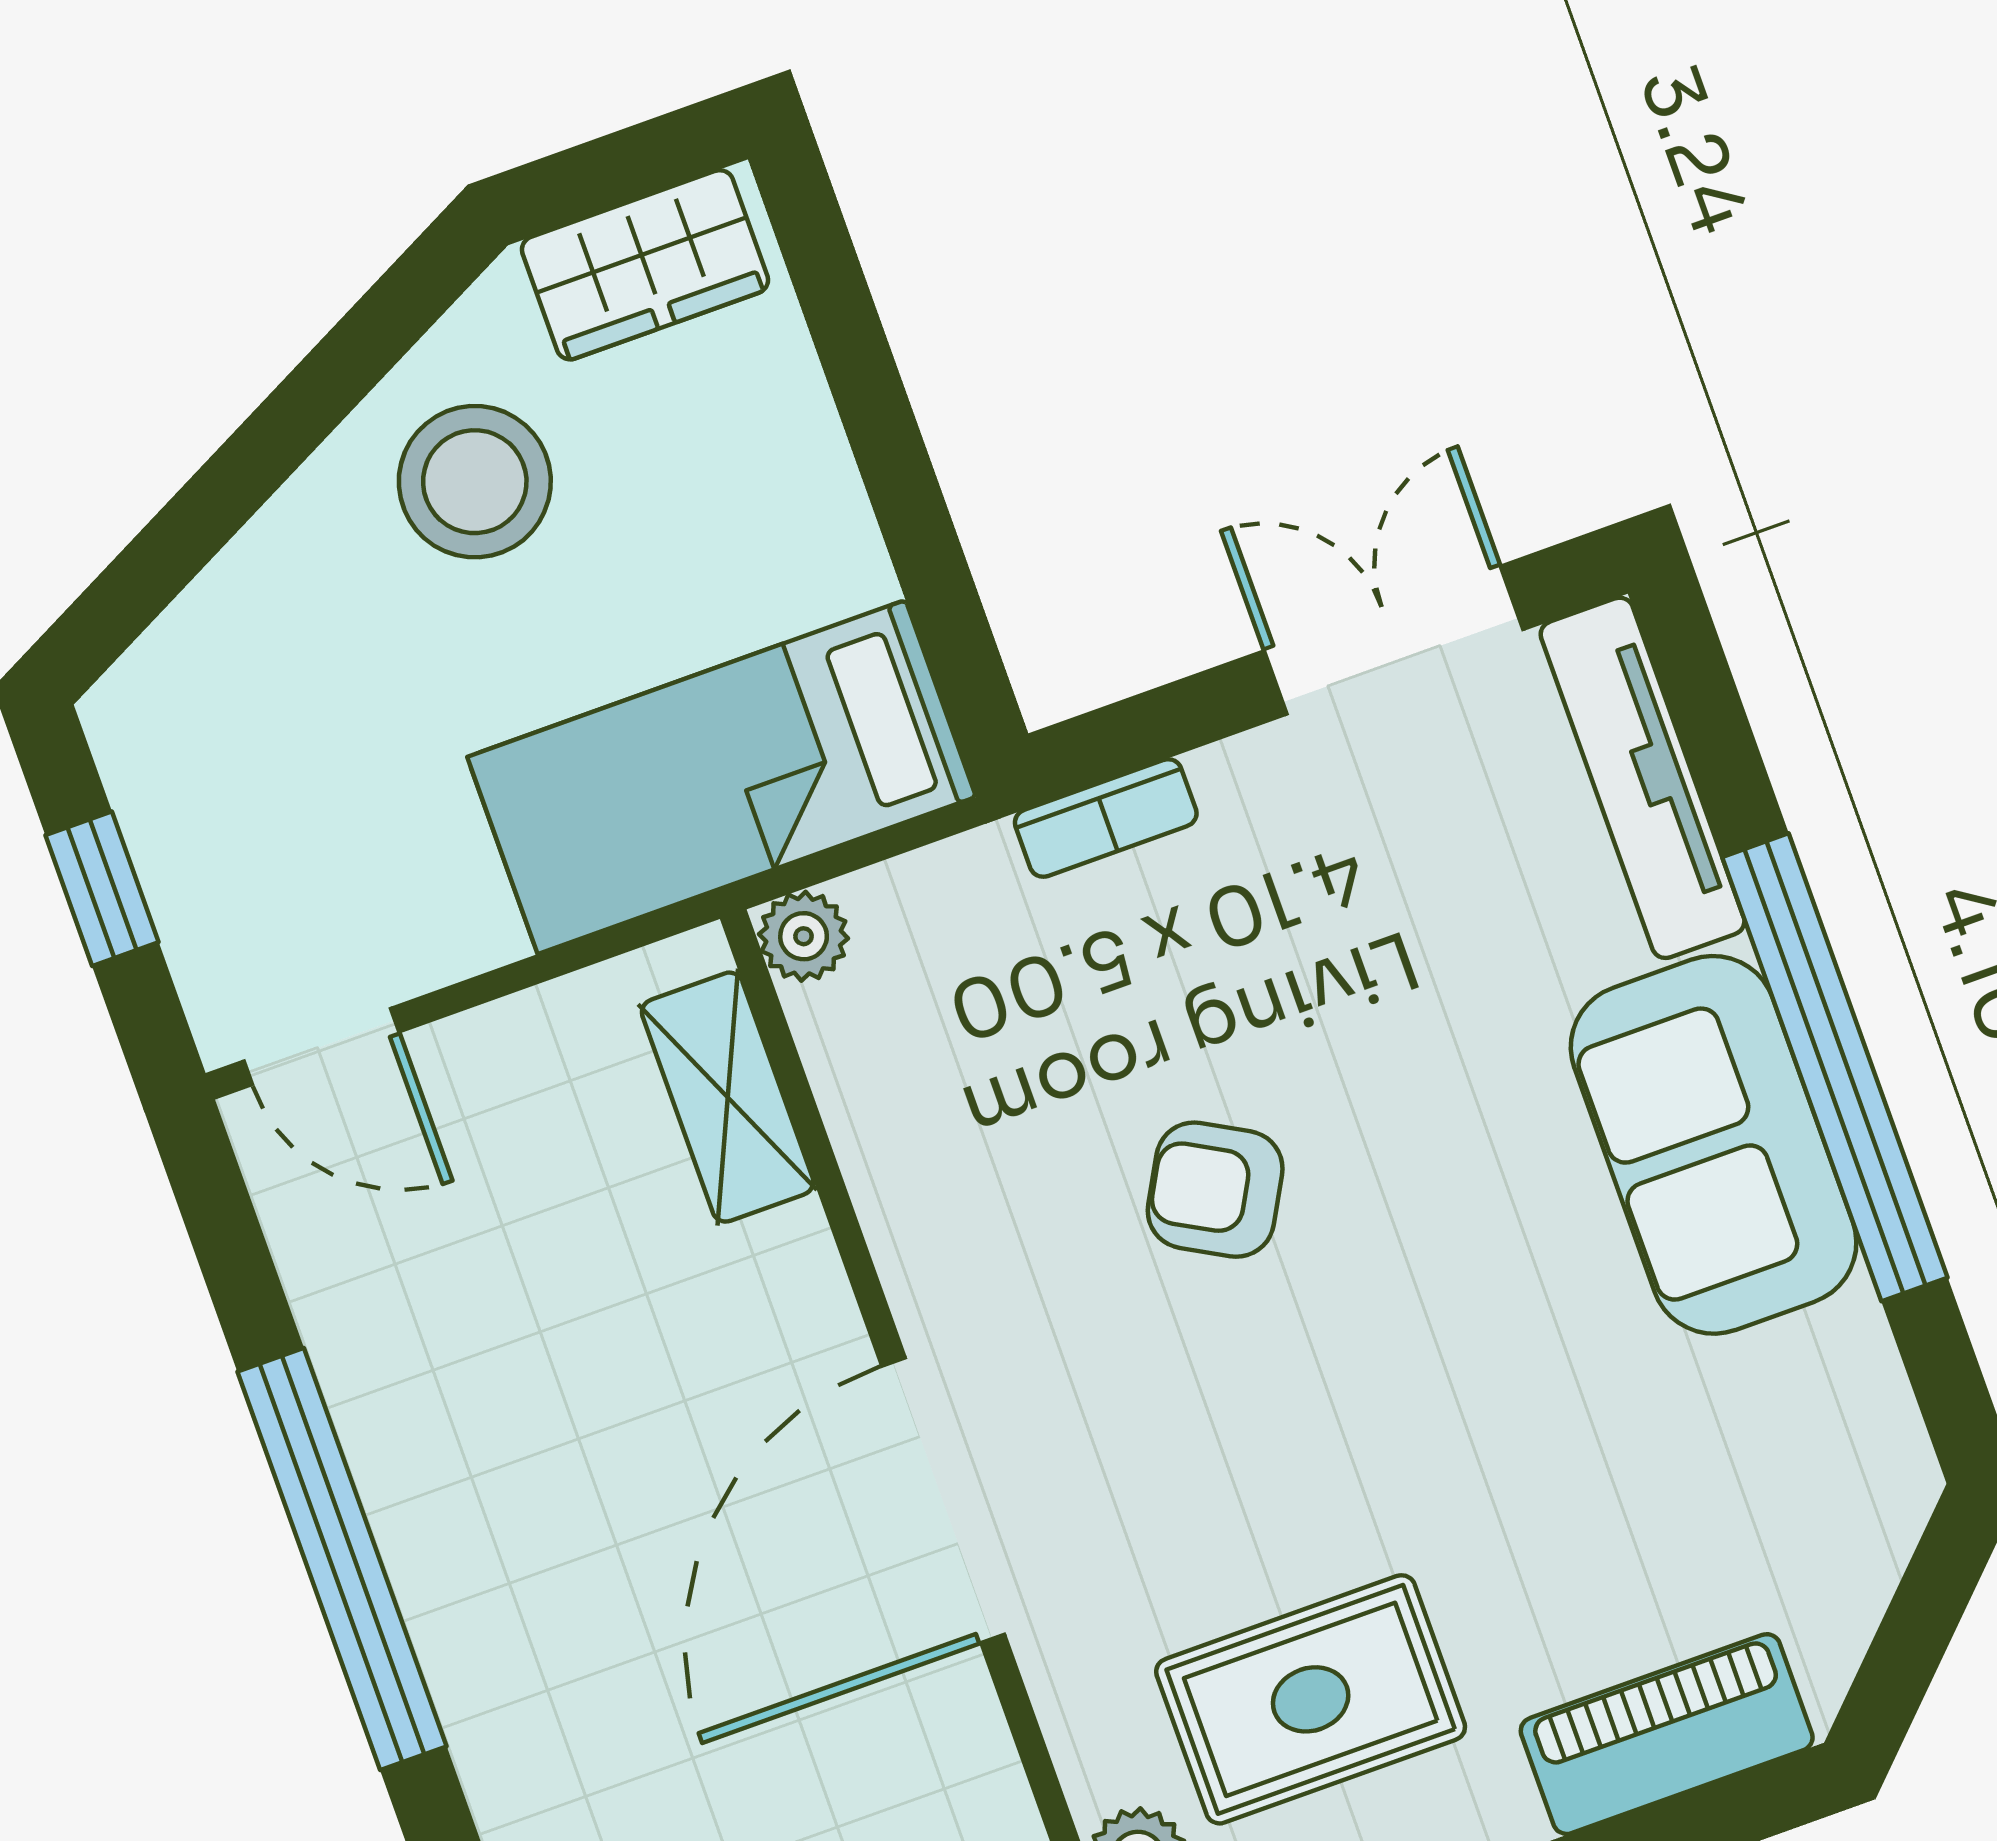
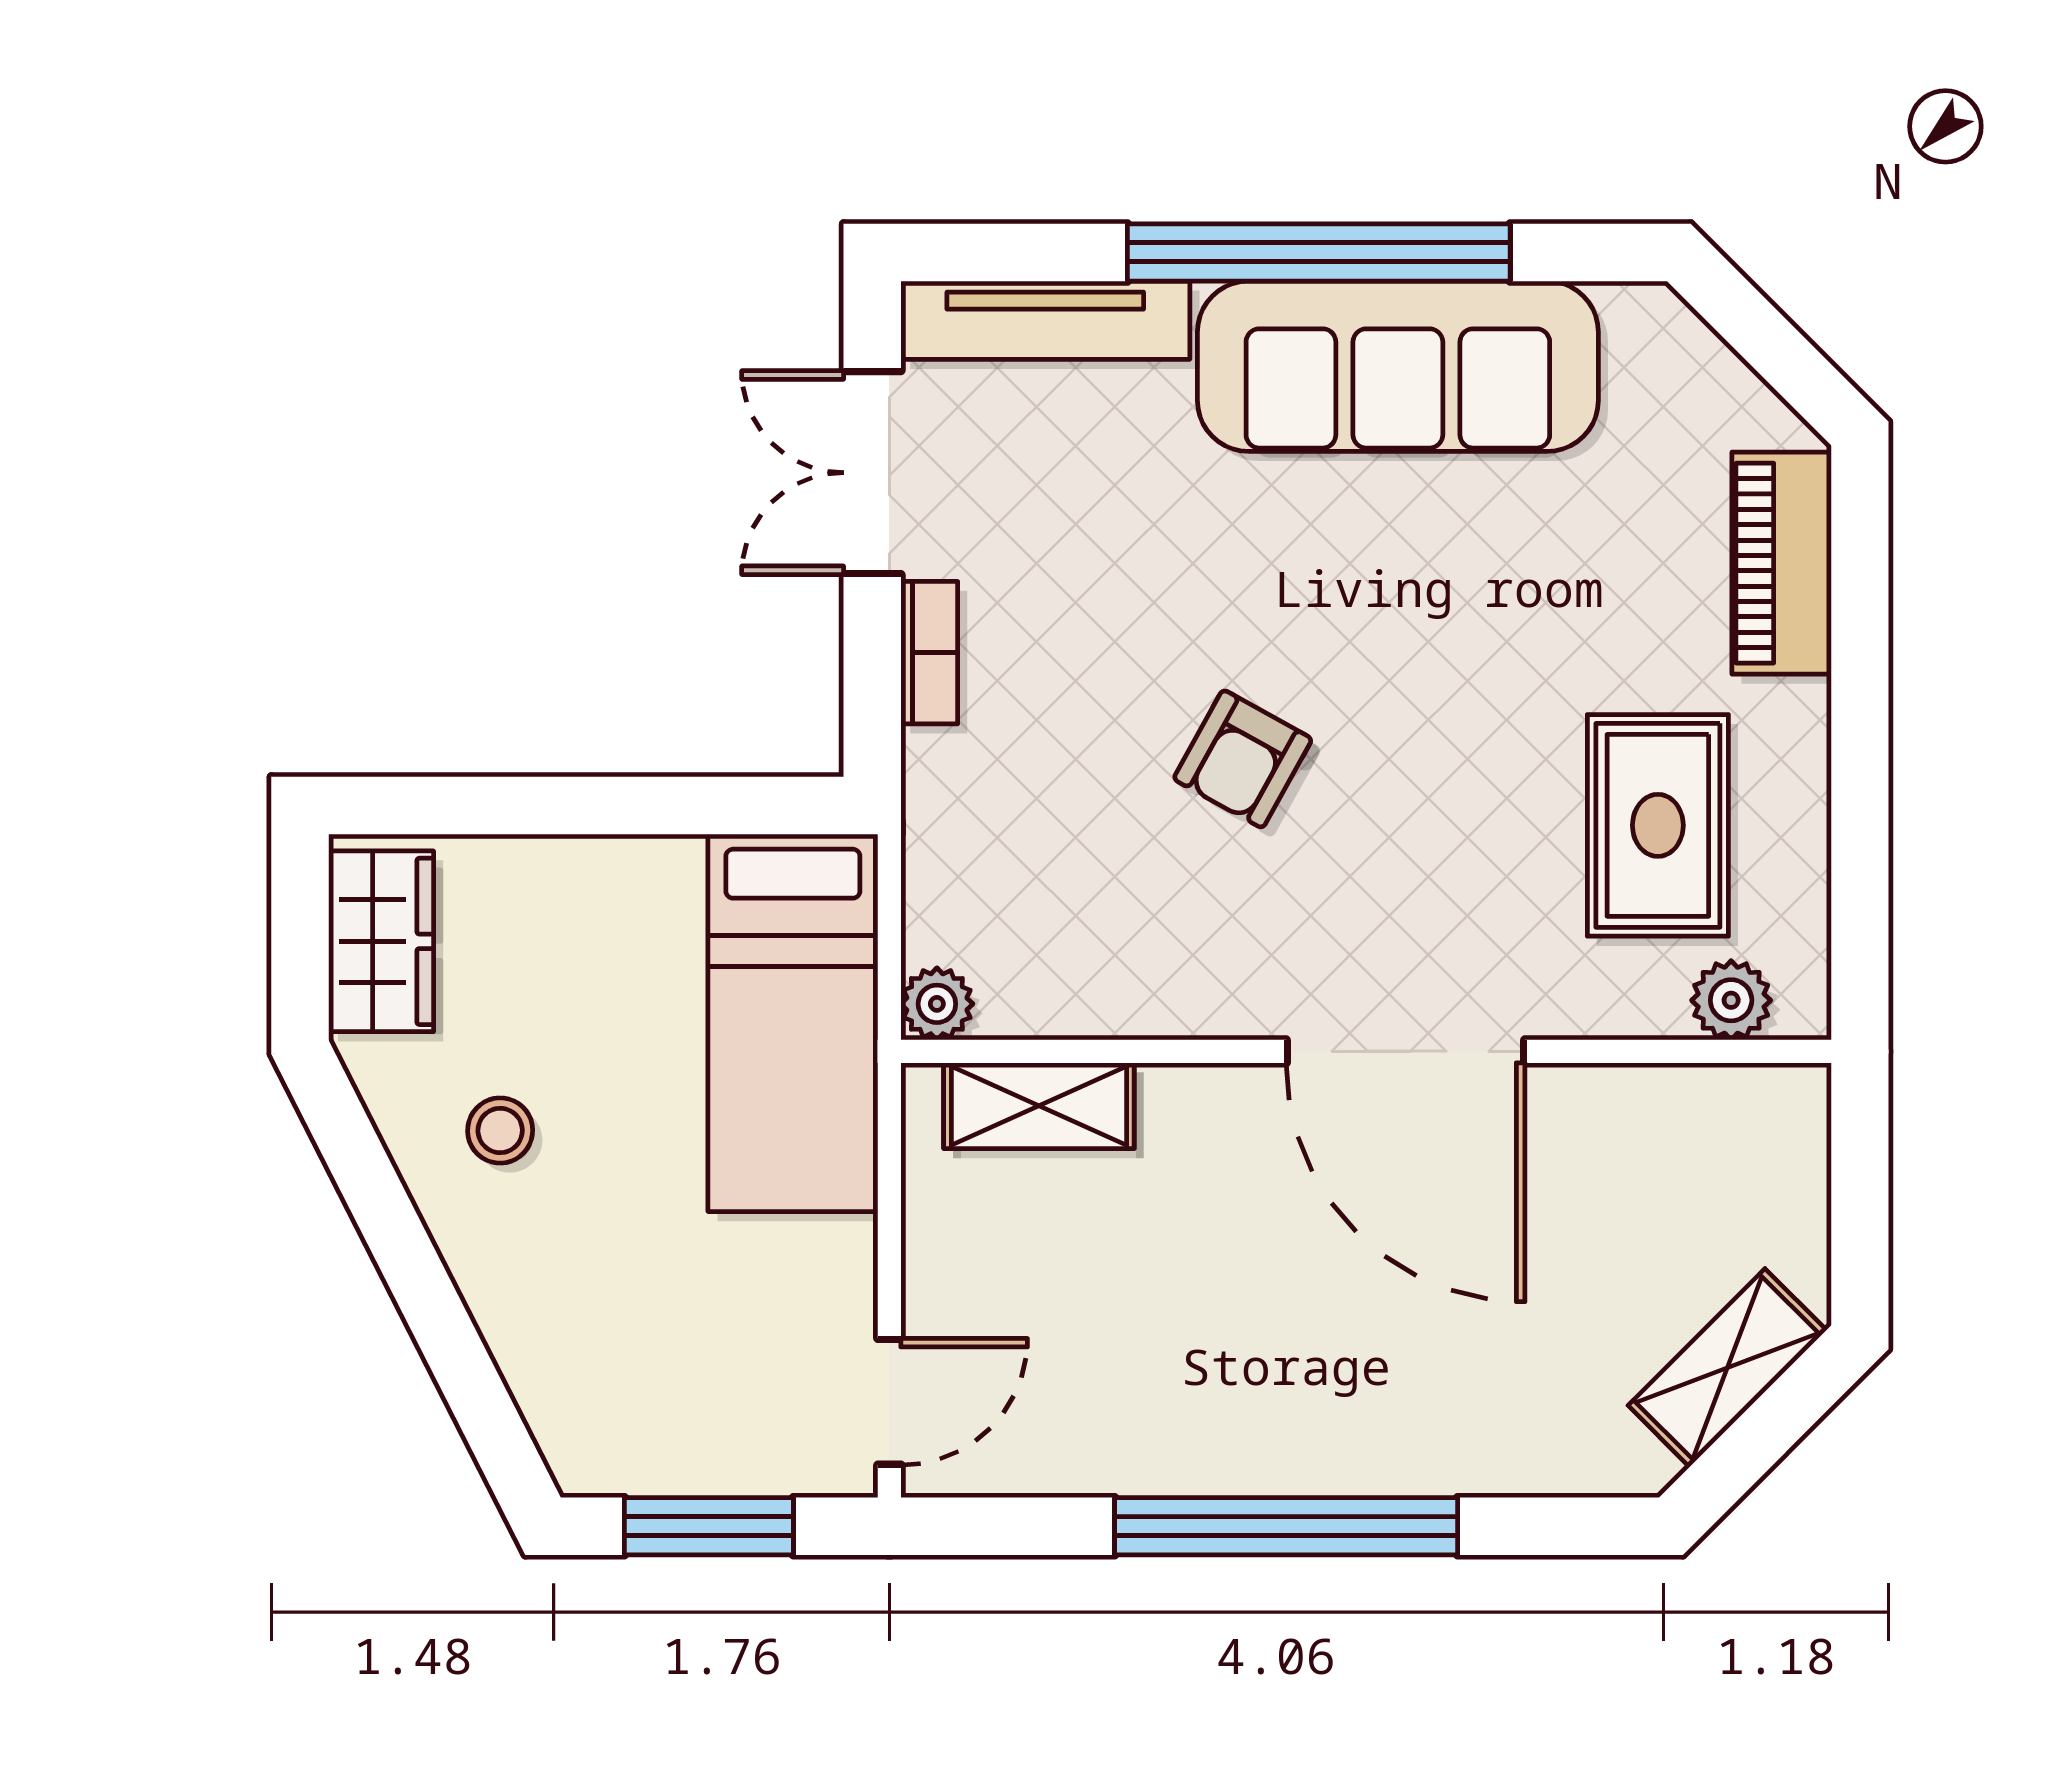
stool: (475, 482) -> (500, 1130), width x0.53, depth x0.53
bookcase: (1106, 818) -> (929, 653), moved
window: (102, 889) -> (709, 1526), width x1.50
sofa: (1714, 1145) -> (1398, 366), width x1.36

